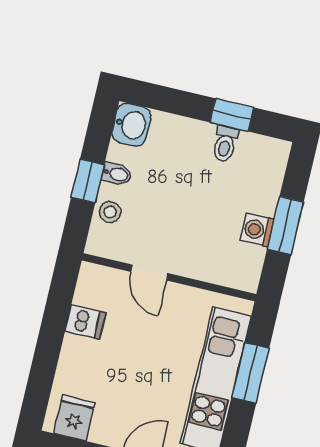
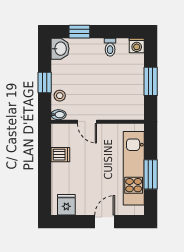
window: (232, 115) -> (79, 32), moved
bidet: (117, 174) -> (59, 115), moved
washing machine: (257, 230) -> (137, 45), moved, turned -90
window: (251, 373) -> (151, 174), moved

